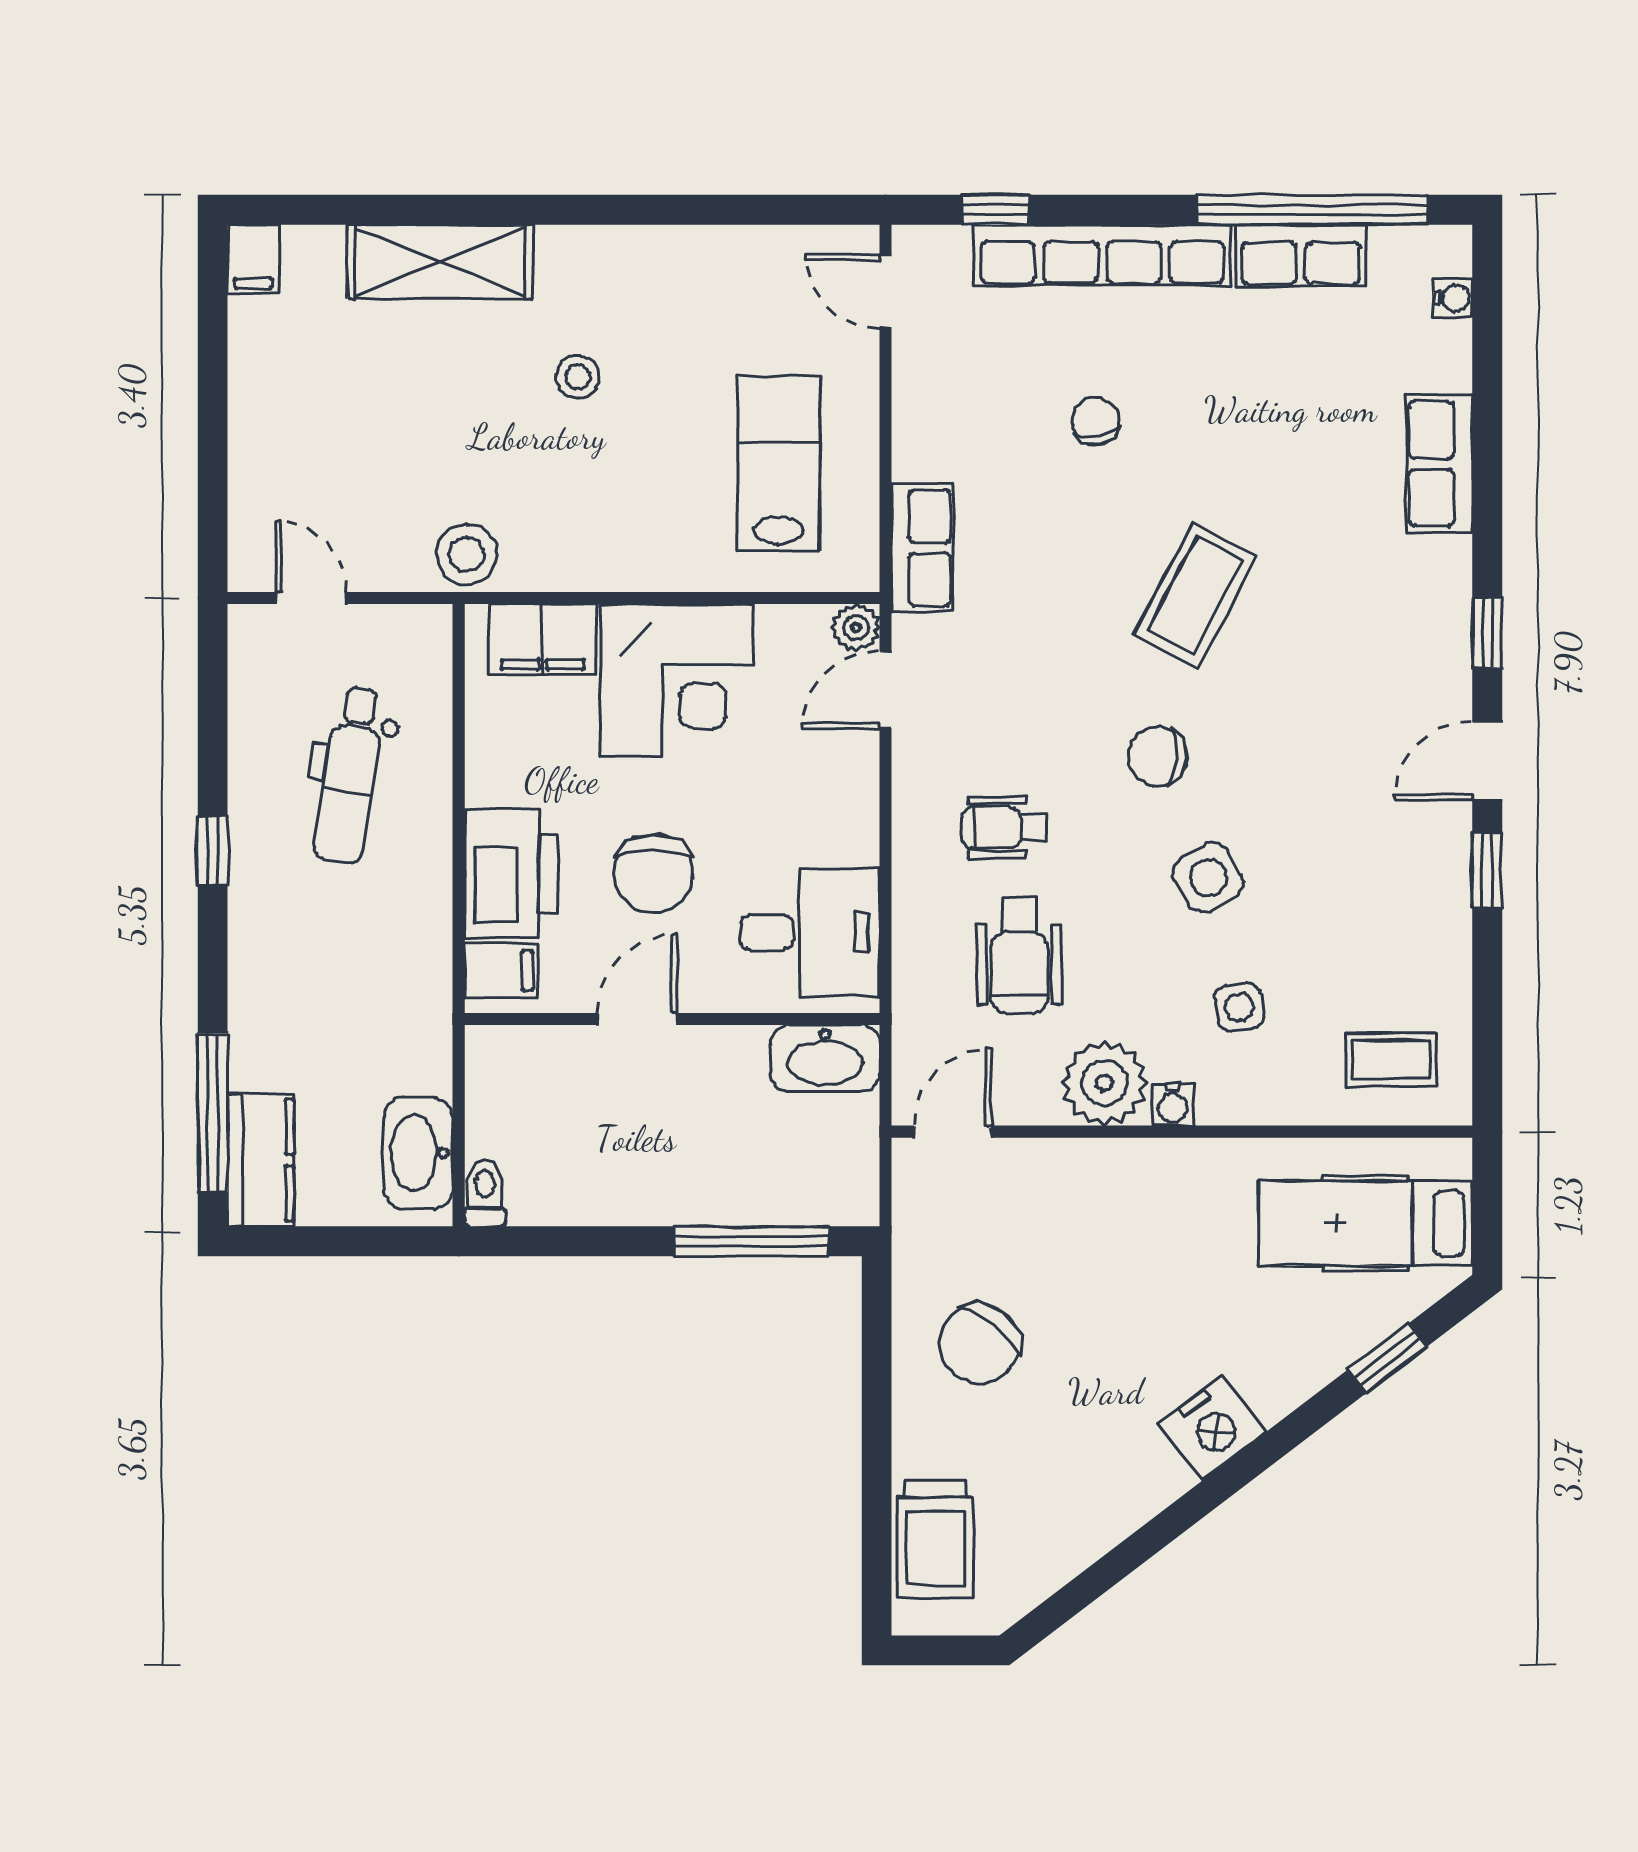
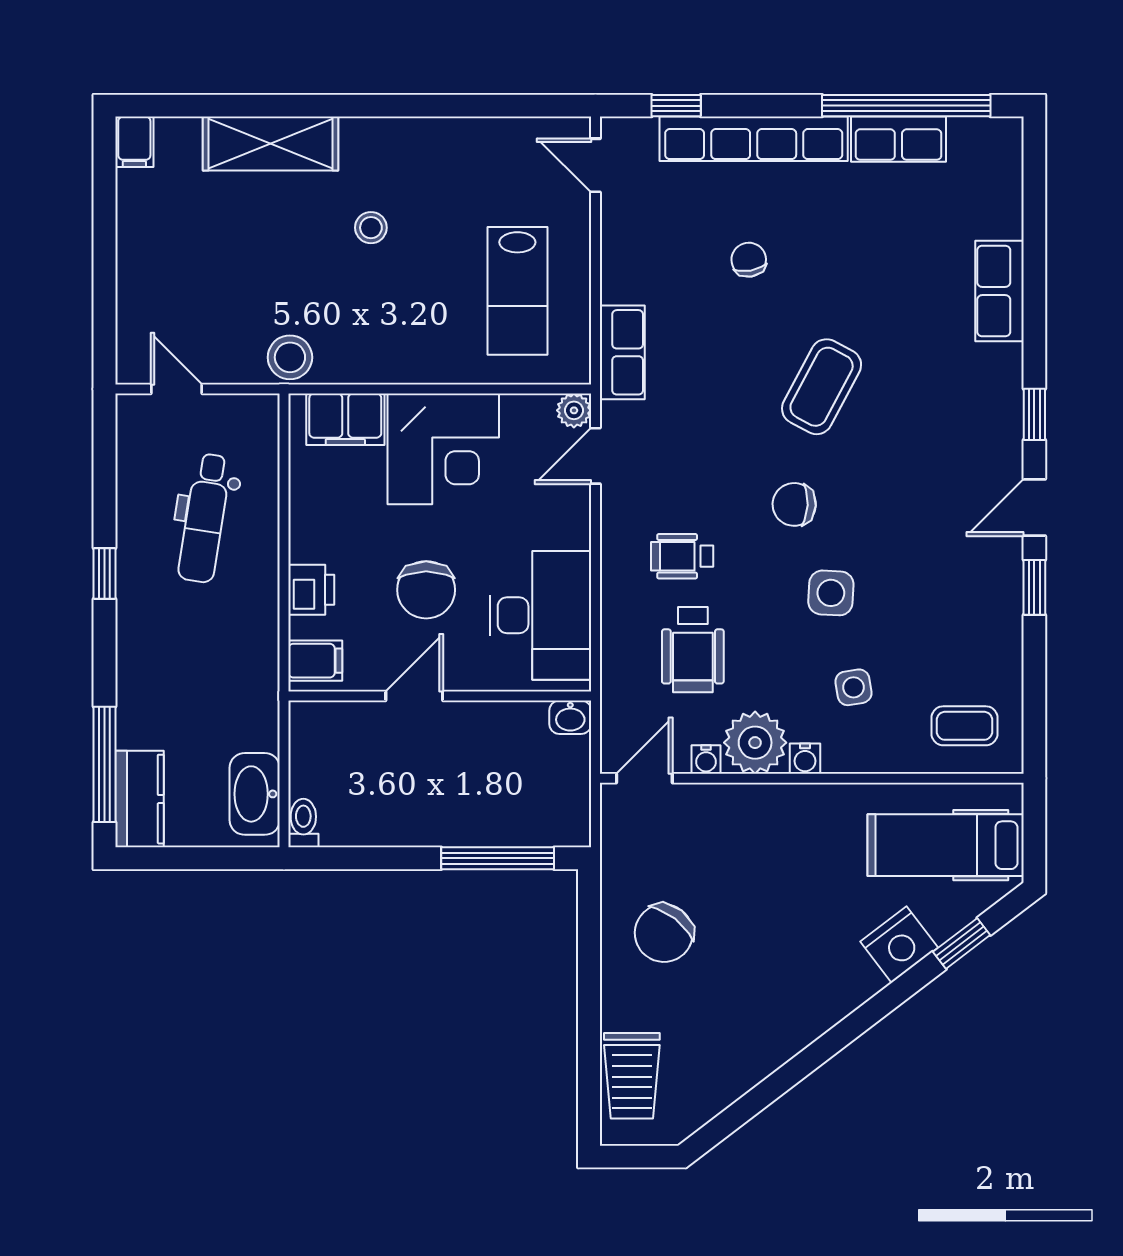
water cooler: (1453, 298) -> (706, 760), moved, turned 90
lab bench: (779, 464) -> (517, 291), turned 180
printer: (511, 873) -> (311, 590), width x0.53, depth x0.68
side table: (1208, 878) -> (831, 593), turned 32
desk: (810, 932) -> (540, 615), width x1.37
washbasin: (825, 1058) -> (570, 717), width x0.52, depth x0.69
nightstand: (1213, 1427) -> (899, 945), moved

